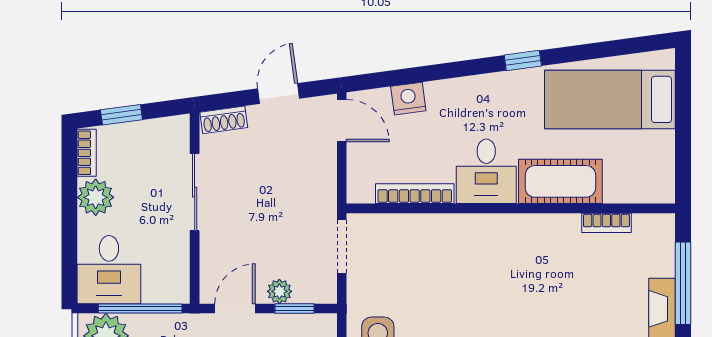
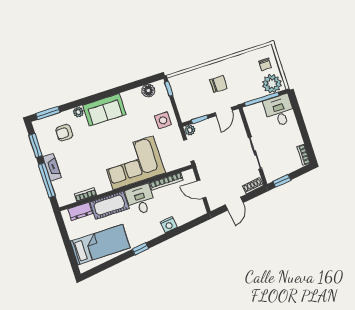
nightstand: (408, 99) -> (169, 225), moved
window: (121, 115) -> (282, 181), moved
door: (342, 121) -> (201, 189), moved
dresser: (631, 189) -> (80, 211), added
plant: (96, 197) -> (294, 138), removed
corner sofa: (476, 259) -> (133, 163), added
plant: (279, 291) -> (190, 130), moved

